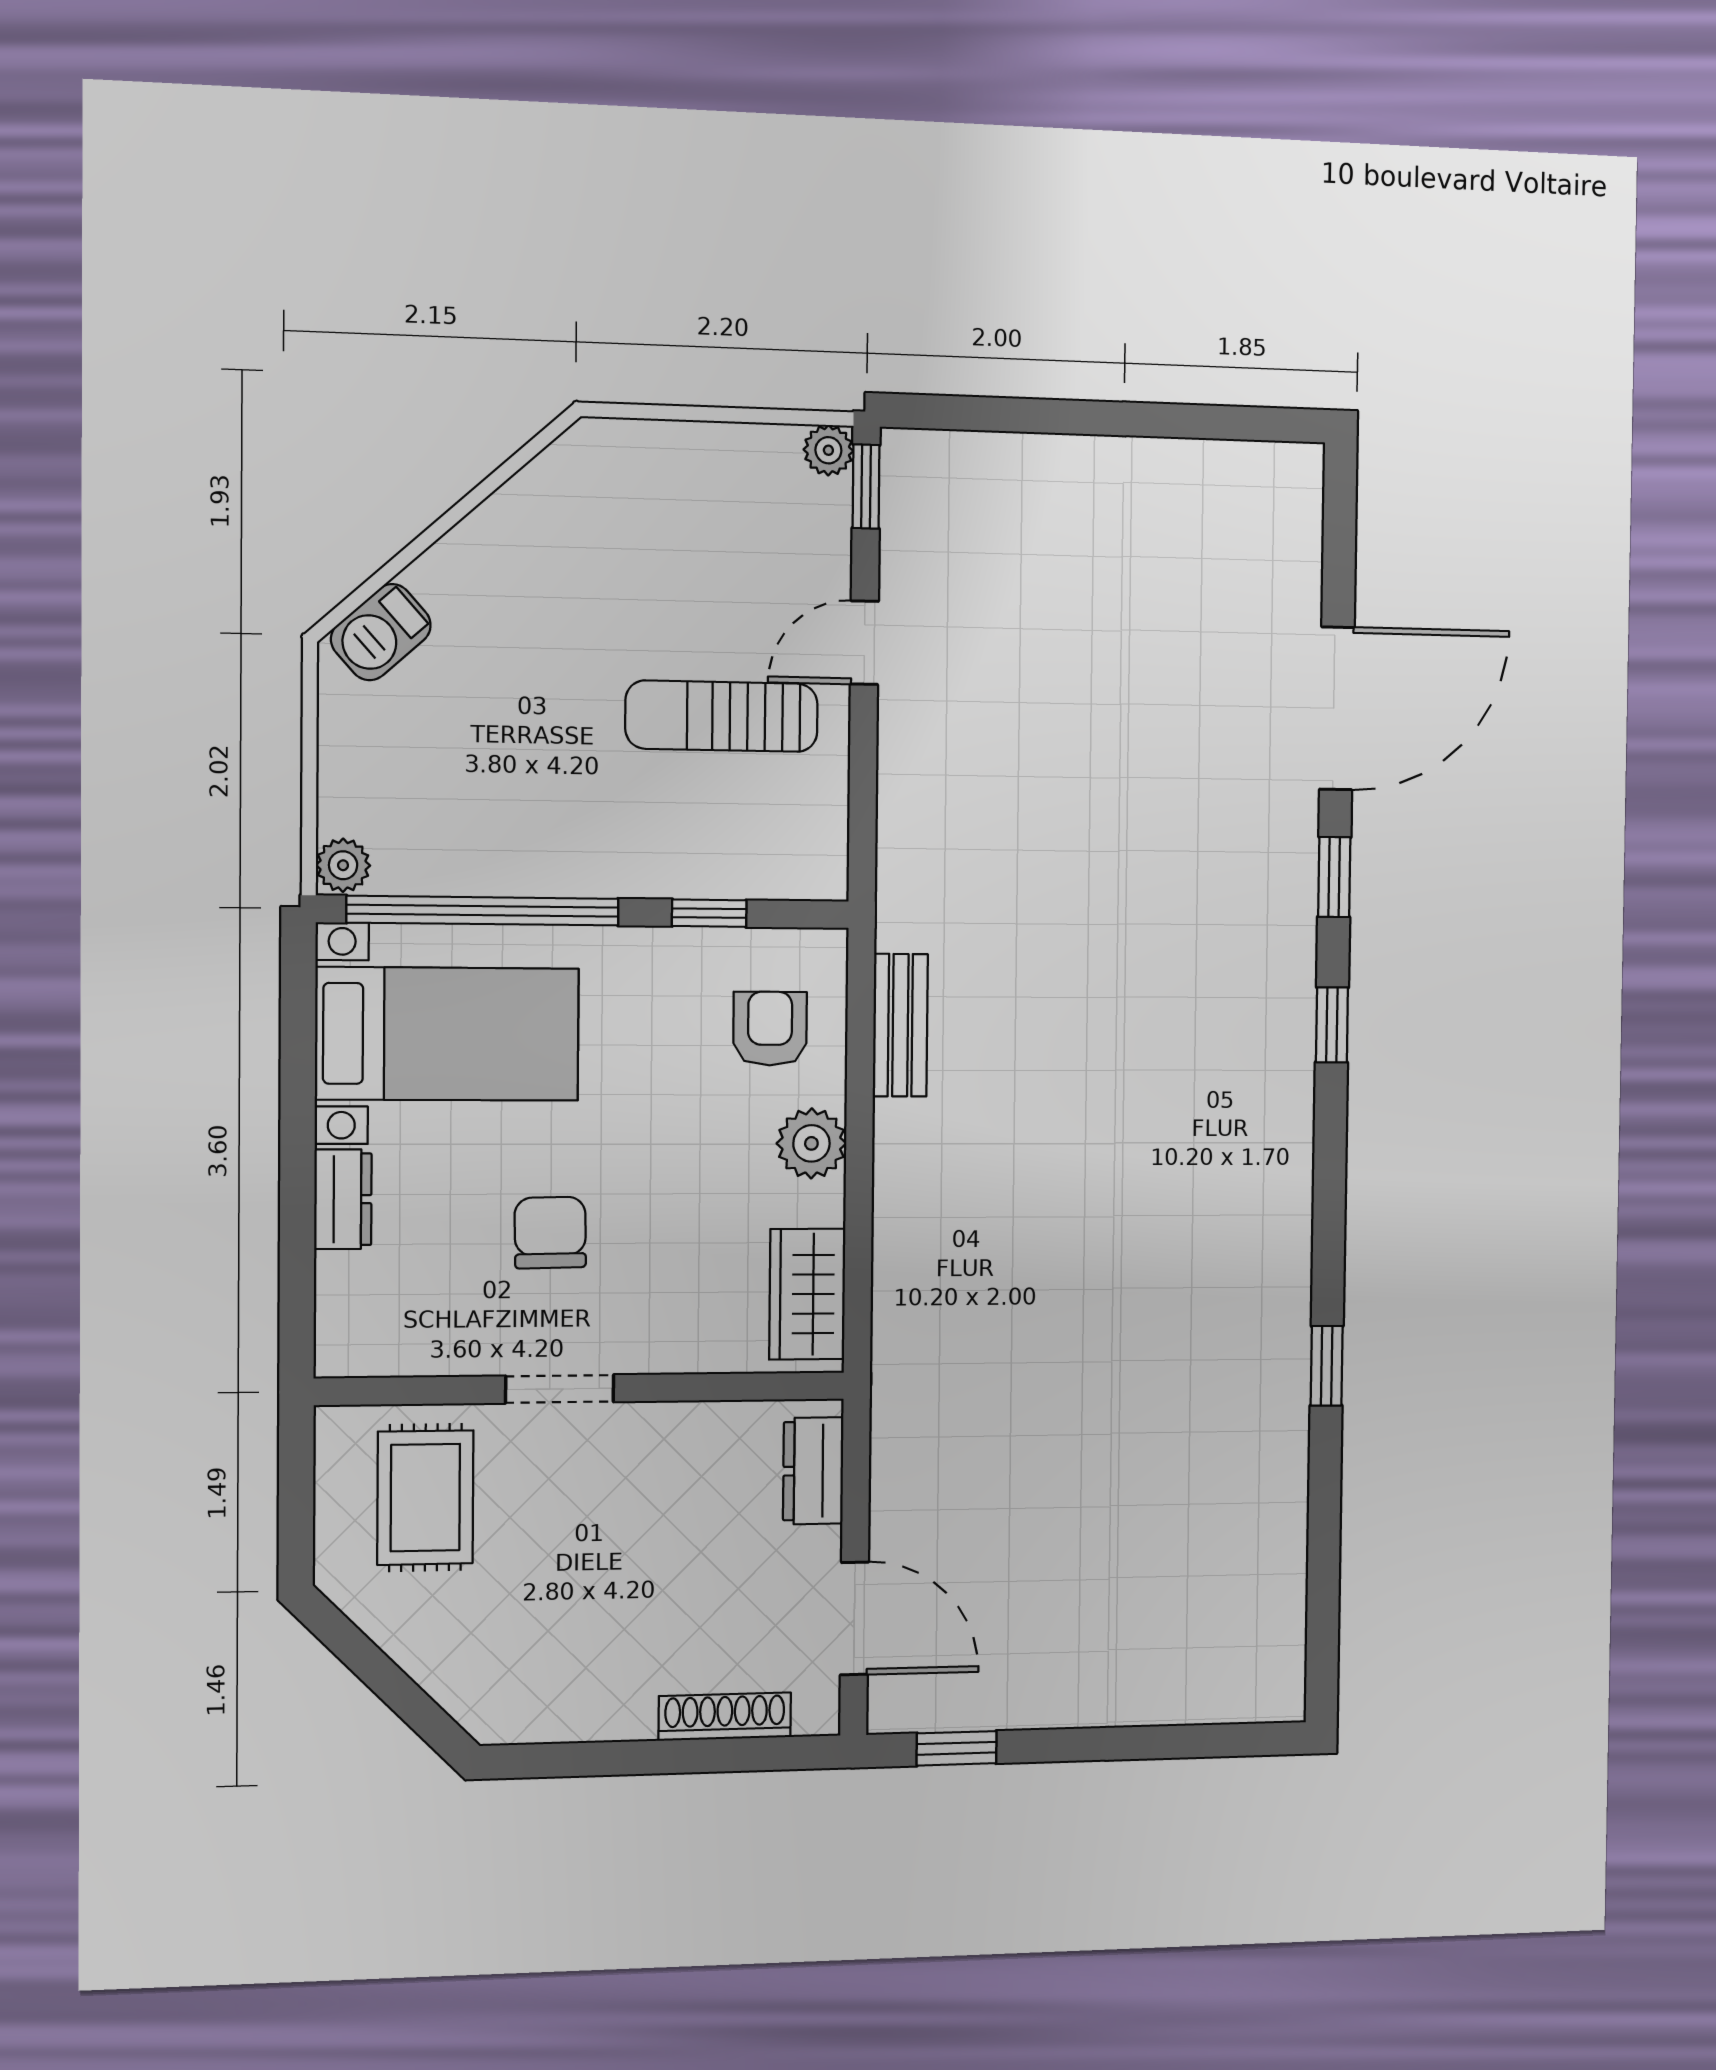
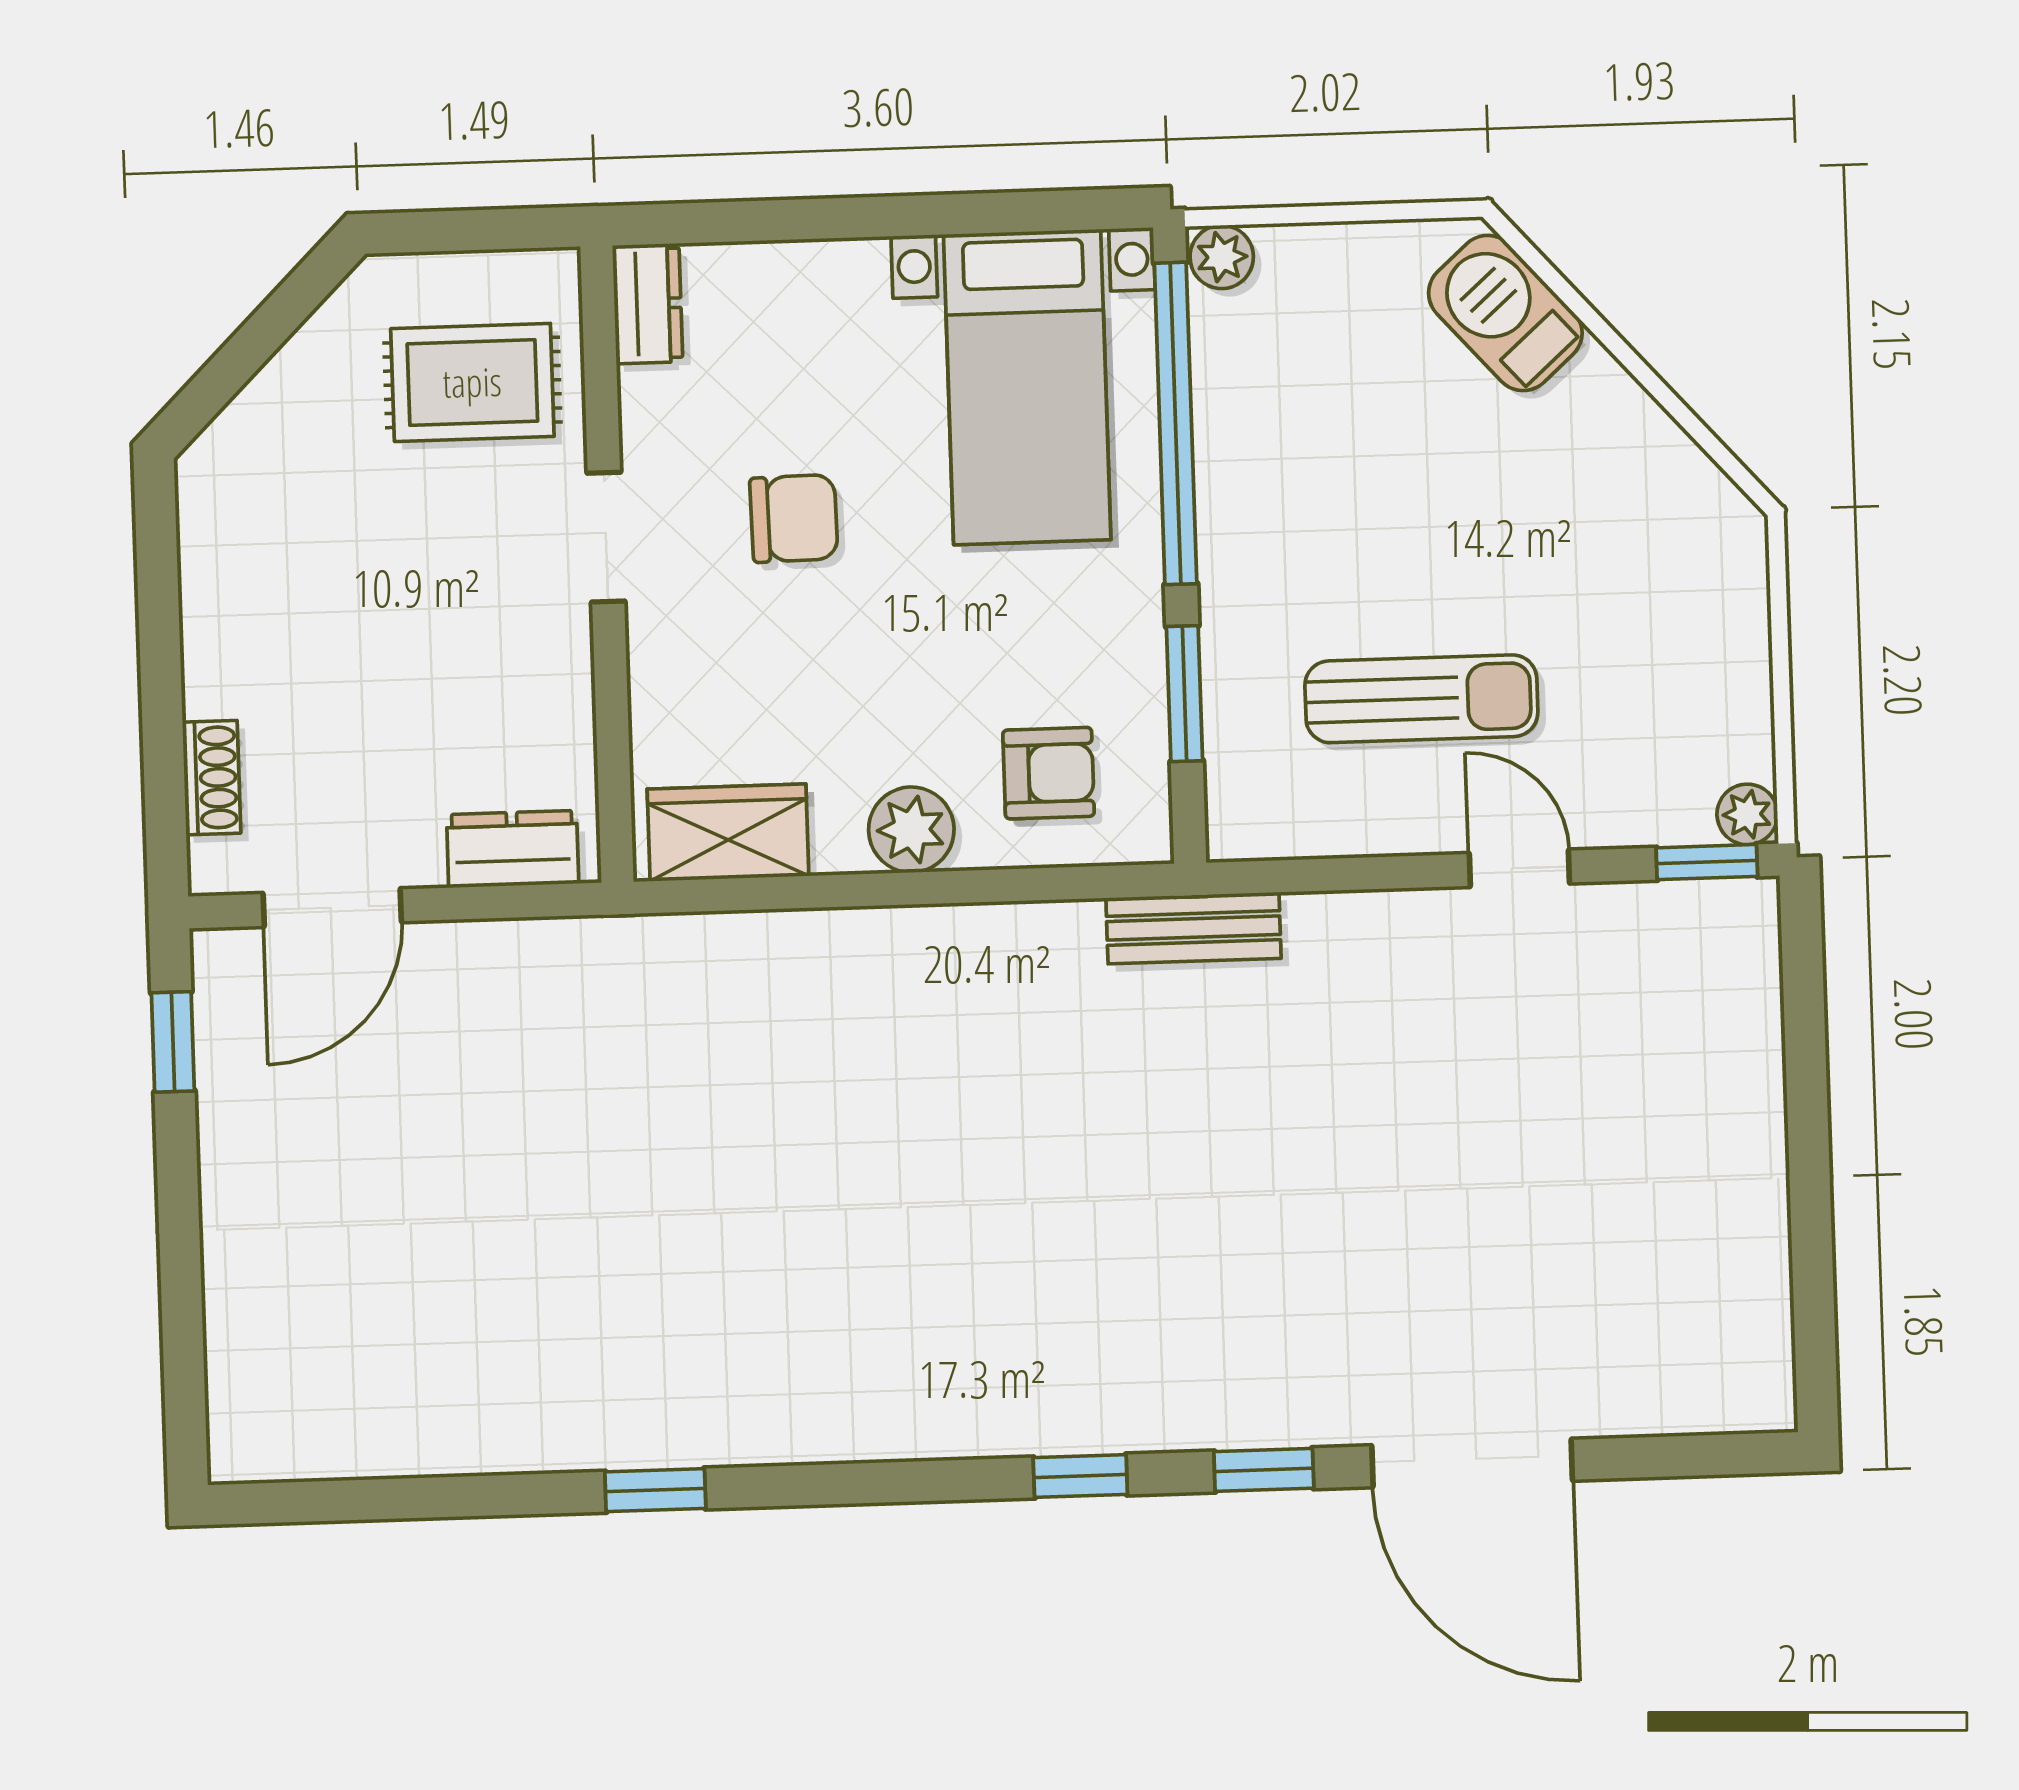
barbecue: (381, 632) -> (1505, 313), width x1.38, depth x1.27
sun lounger: (722, 716) -> (1421, 699), turned 90
window: (709, 913) -> (1184, 694), width x1.50
bench: (900, 1025) -> (1193, 928), moved
dresser: (343, 1199) -> (648, 304), moved, turned -90
shoe rack: (725, 1717) -> (212, 778), width x0.70

